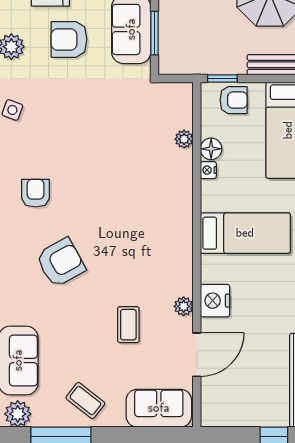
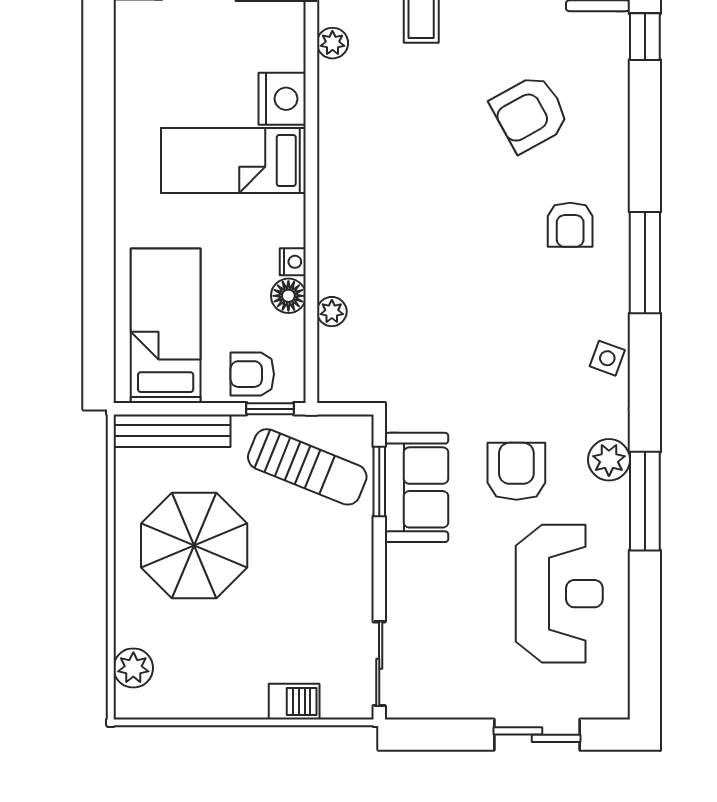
armchair: (69, 39) -> (516, 471), turned -90
sun lounger: (199, 42) -> (307, 467), added
nightstand: (215, 301) -> (282, 99), moved

